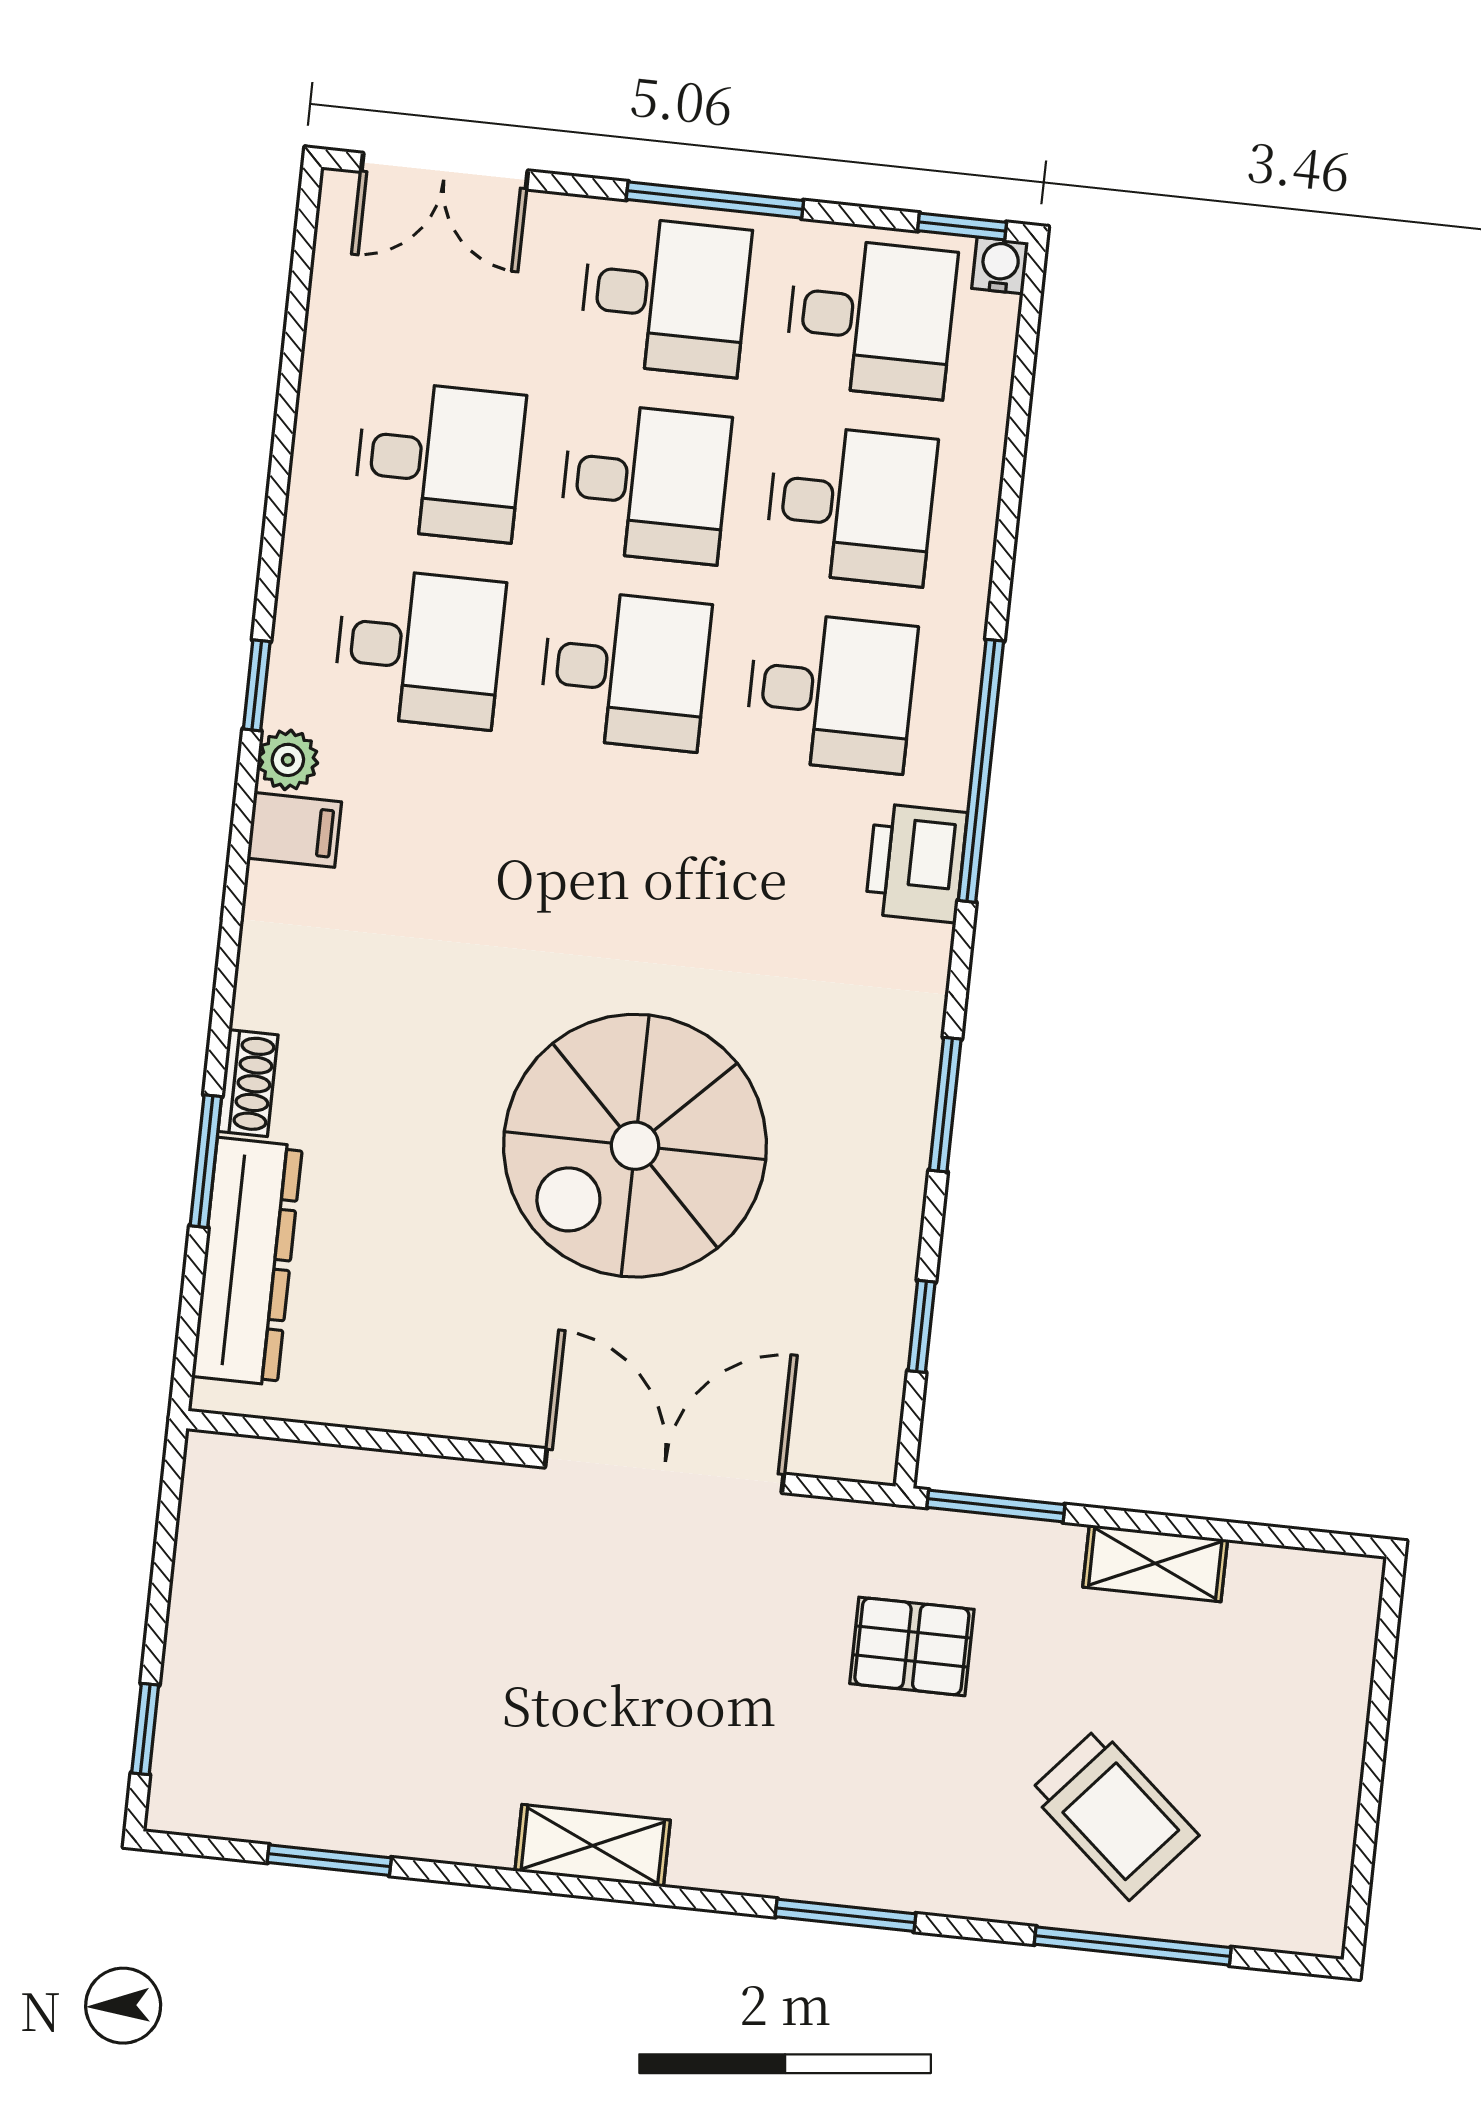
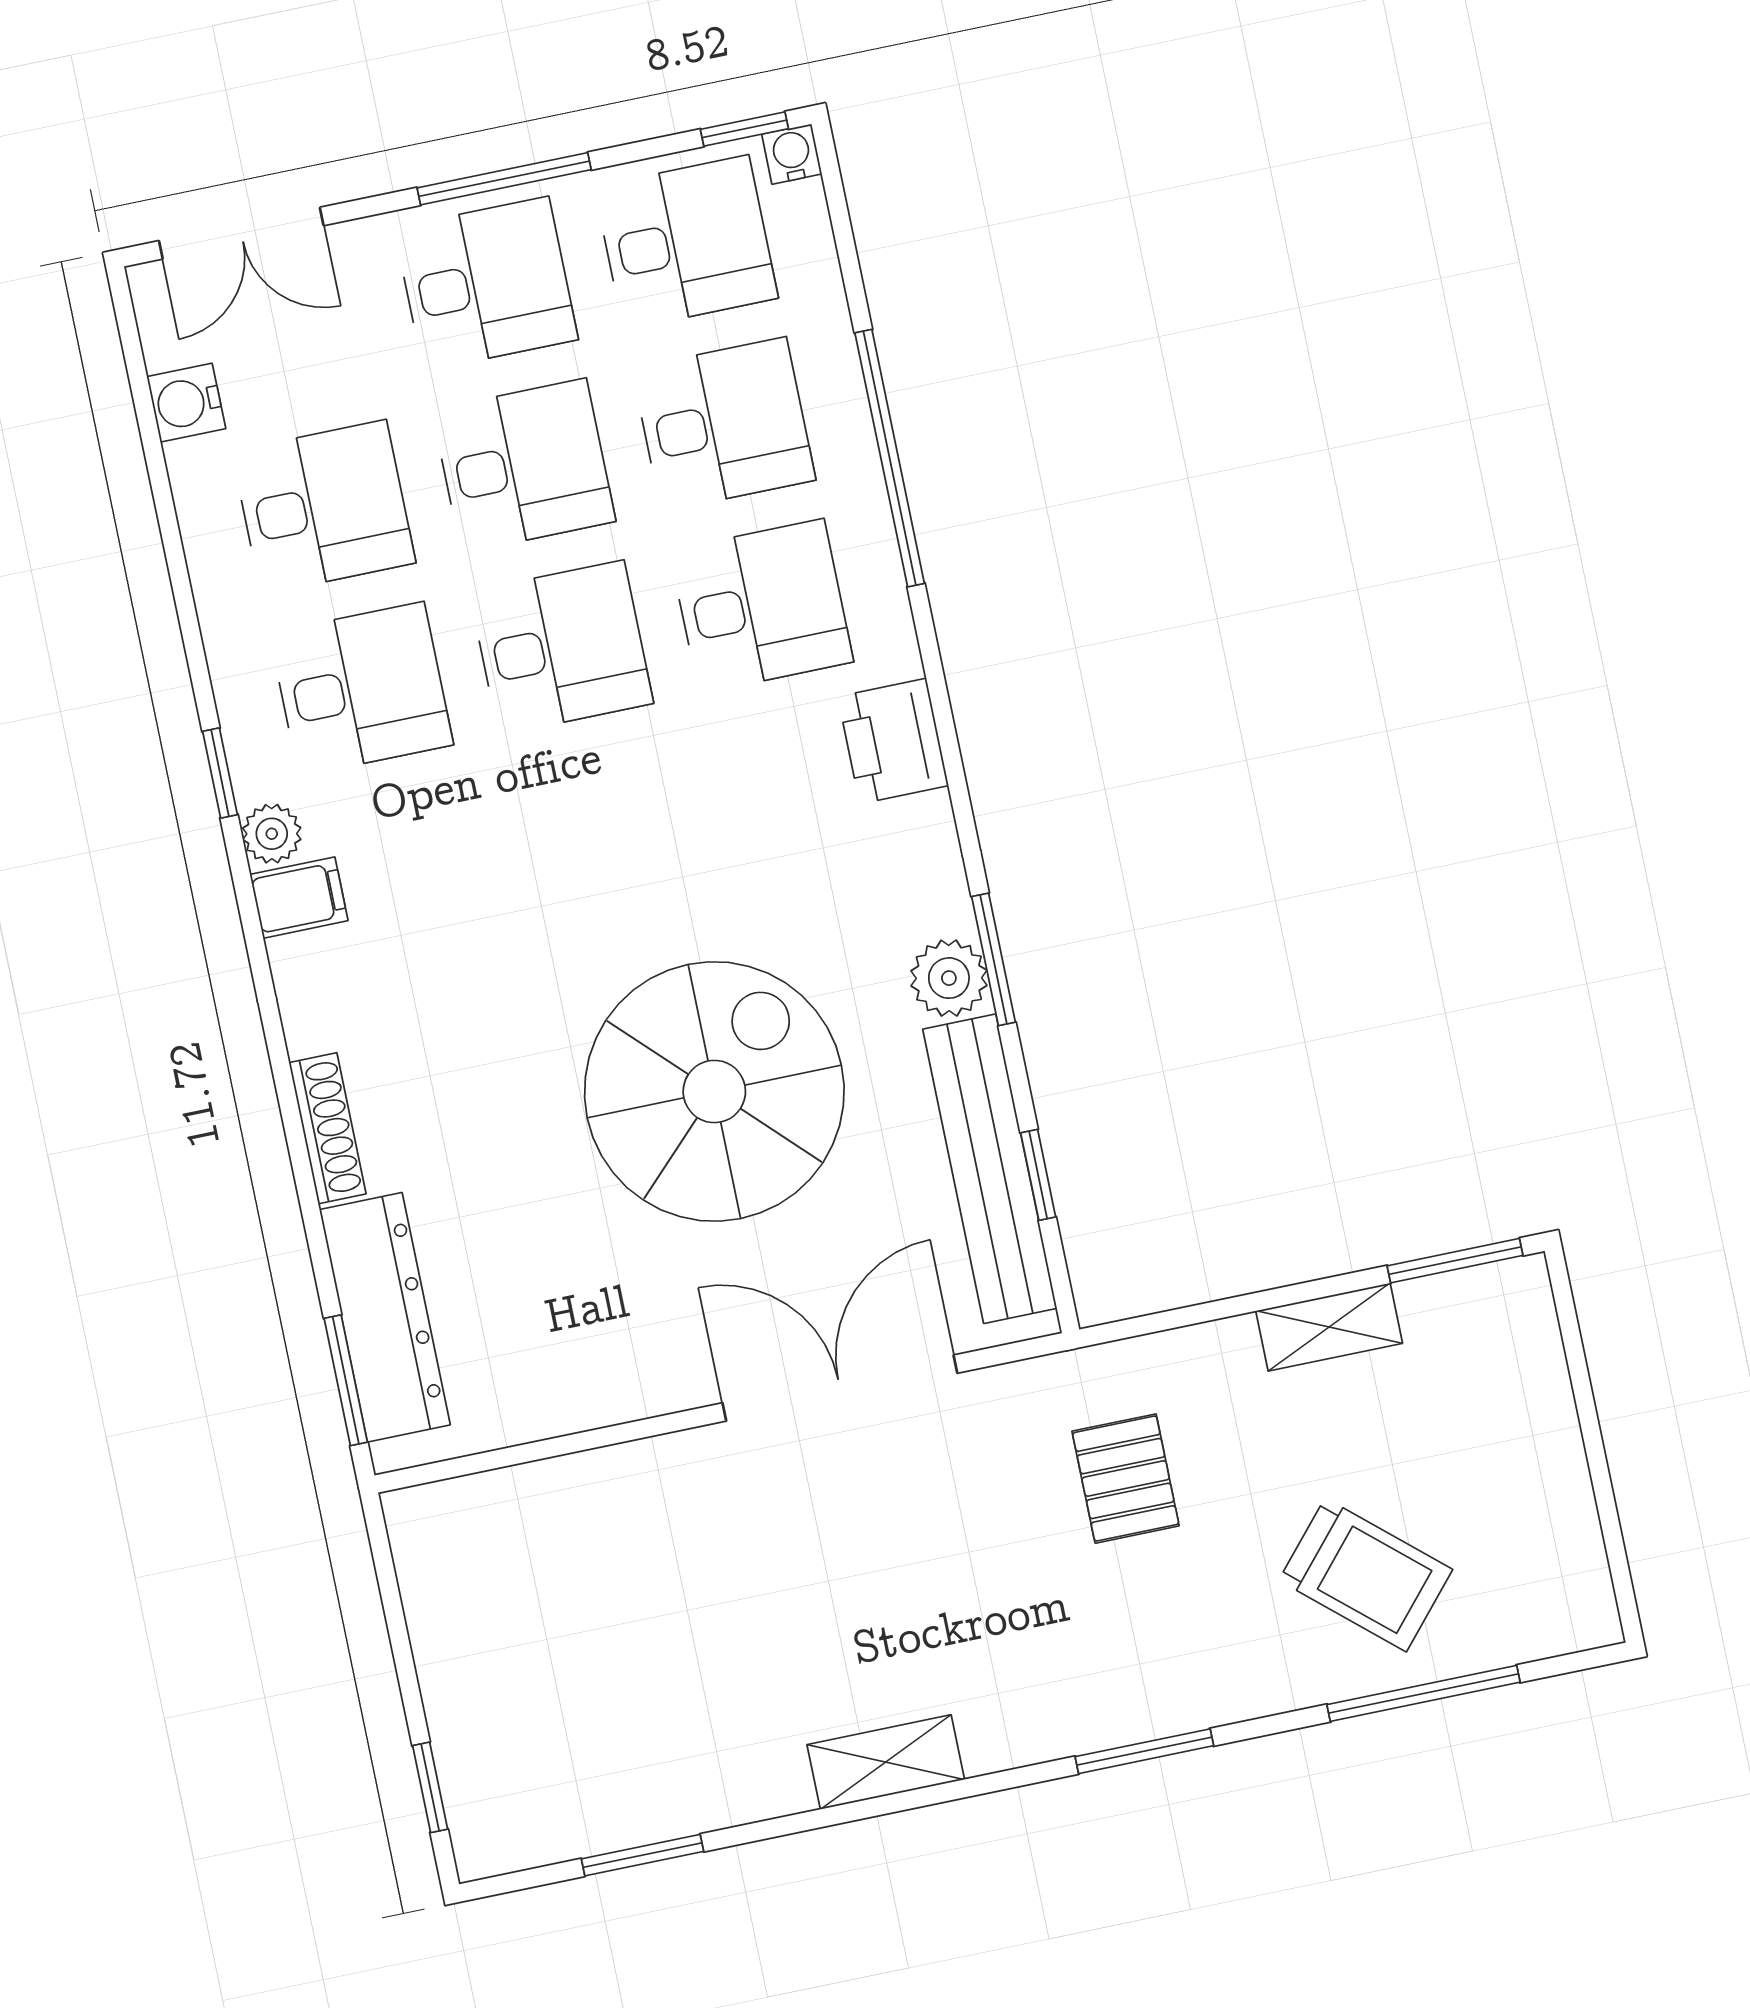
water cooler: (339, 318) -> (186, 403), added
window: (981, 771) -> (890, 458), moved
shoe rack: (248, 1083) -> (327, 1128), width x1.43
plant: (896, 1109) -> (949, 978), added
spiral stairs: (635, 1146) -> (714, 1091), turned 180
window: (206, 1161) -> (346, 1380), moved
bench: (877, 1305) -> (990, 1169), added
window: (996, 1506) -> (1455, 1261), moved
pallet: (912, 1646) -> (1126, 1479), turned 90

